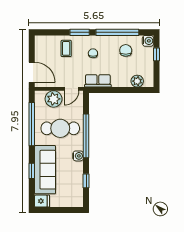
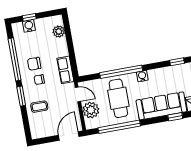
water cooler: (148, 41) -> (29, 26), moved
chair: (126, 50) -> (34, 64), moved
window: (32, 171) -> (175, 117), moved
window: (86, 181) -> (177, 62), moved

